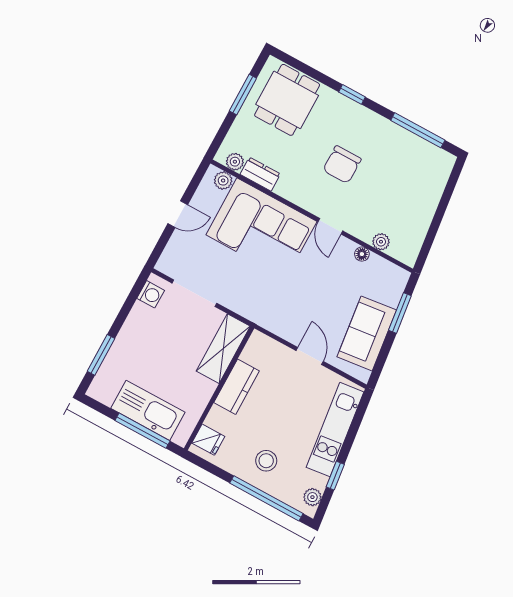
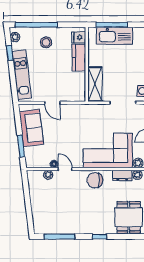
chair: (342, 165) -> (95, 180), moved, turned -90
door: (330, 226) -> (65, 169), moved
kitchen counter: (237, 387) -> (79, 58), moved

